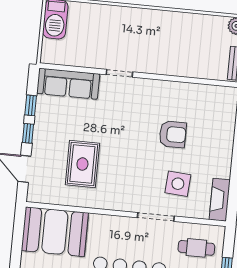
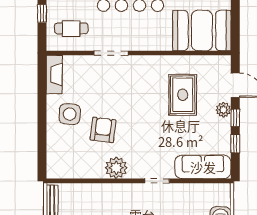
plant: (162, 92) -> (116, 168), added
armchair: (173, 134) -> (103, 130), turned 97
plant: (40, 143) -> (223, 110), added
side table: (178, 184) -> (70, 114), moved

